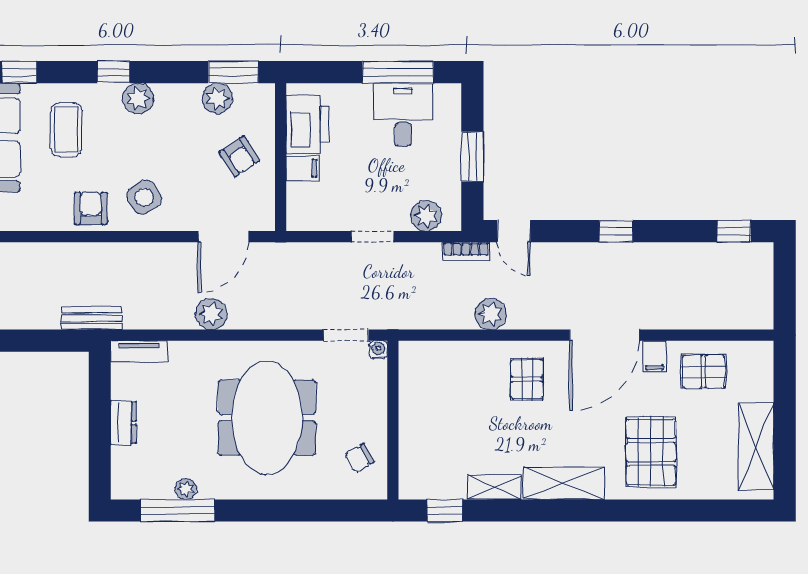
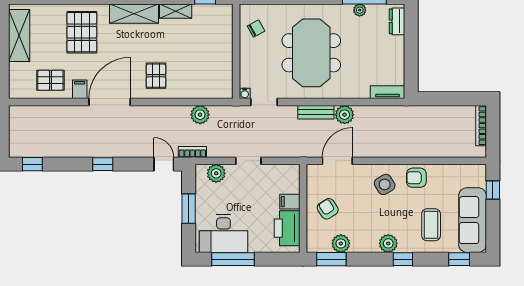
desk: (403, 115) -> (223, 234), width x1.37
armchair: (91, 208) -> (416, 178), turned 90
plant: (491, 314) -> (200, 115), moved
bench: (91, 318) -> (316, 112), moved
dresser: (123, 423) -> (397, 21), moved

